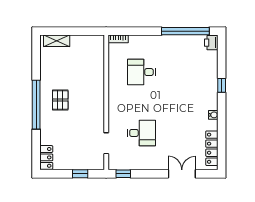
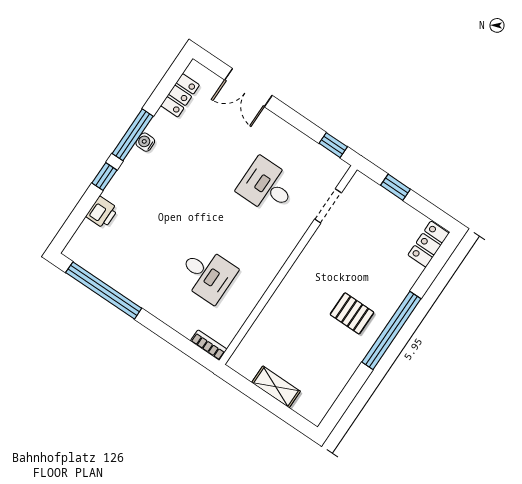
shelving: (57, 41) -> (276, 387), moved
printer: (211, 43) -> (102, 212), moved
pallet: (60, 100) -> (352, 313), turned 90
window: (222, 114) -> (133, 135), added
locker: (212, 148) -> (180, 95), width x0.66

